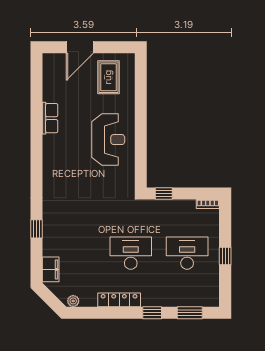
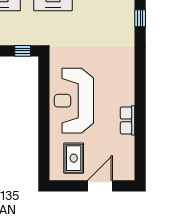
reception desk: (108, 140) -> (74, 101), width x1.36, depth x1.30

